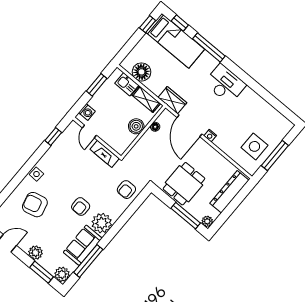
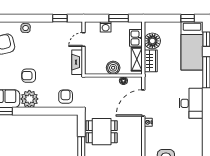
wardrobe: (172, 100) -> (151, 61), moved
washing machine: (87, 112) -> (106, 27), moved
armchair: (126, 190) -> (66, 97), turned 90

